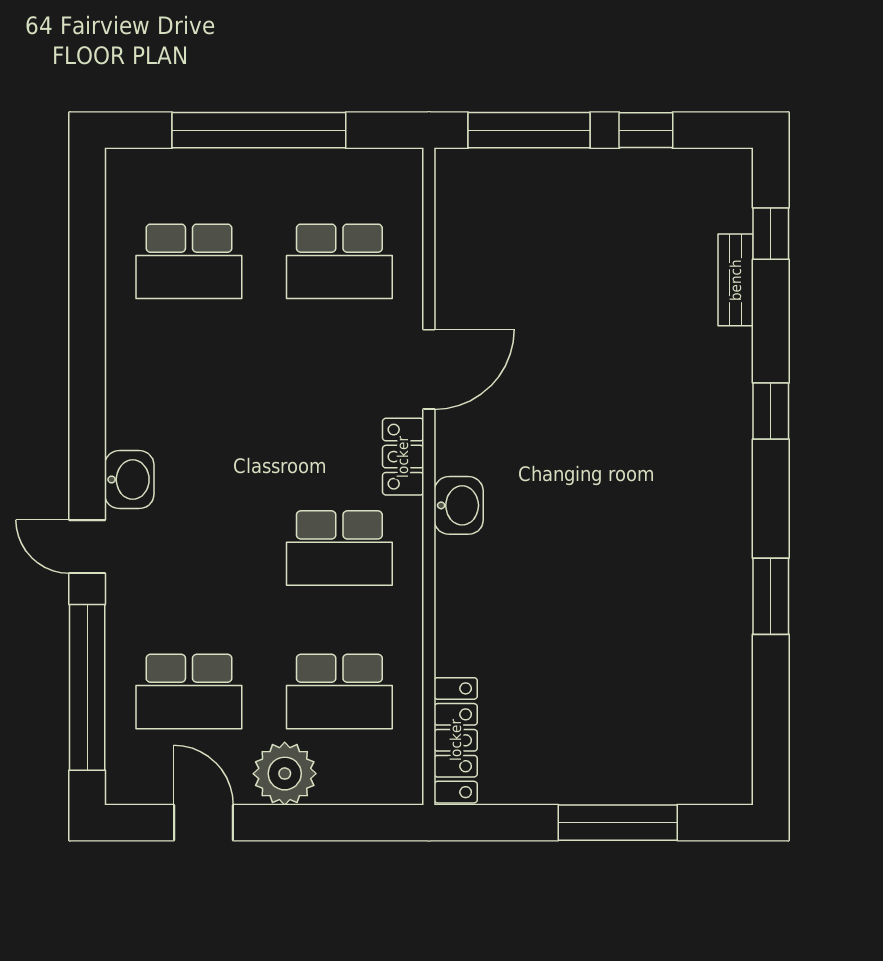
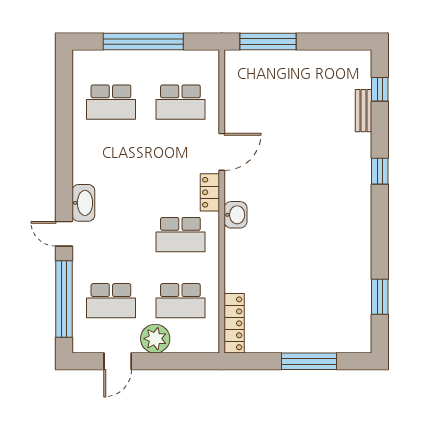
window: (646, 130) -> (322, 41), removed
washbasin: (129, 480) -> (83, 203), width x1.38
window: (771, 596) -> (380, 297), moved
door: (203, 823) -> (118, 361), swing flipped

